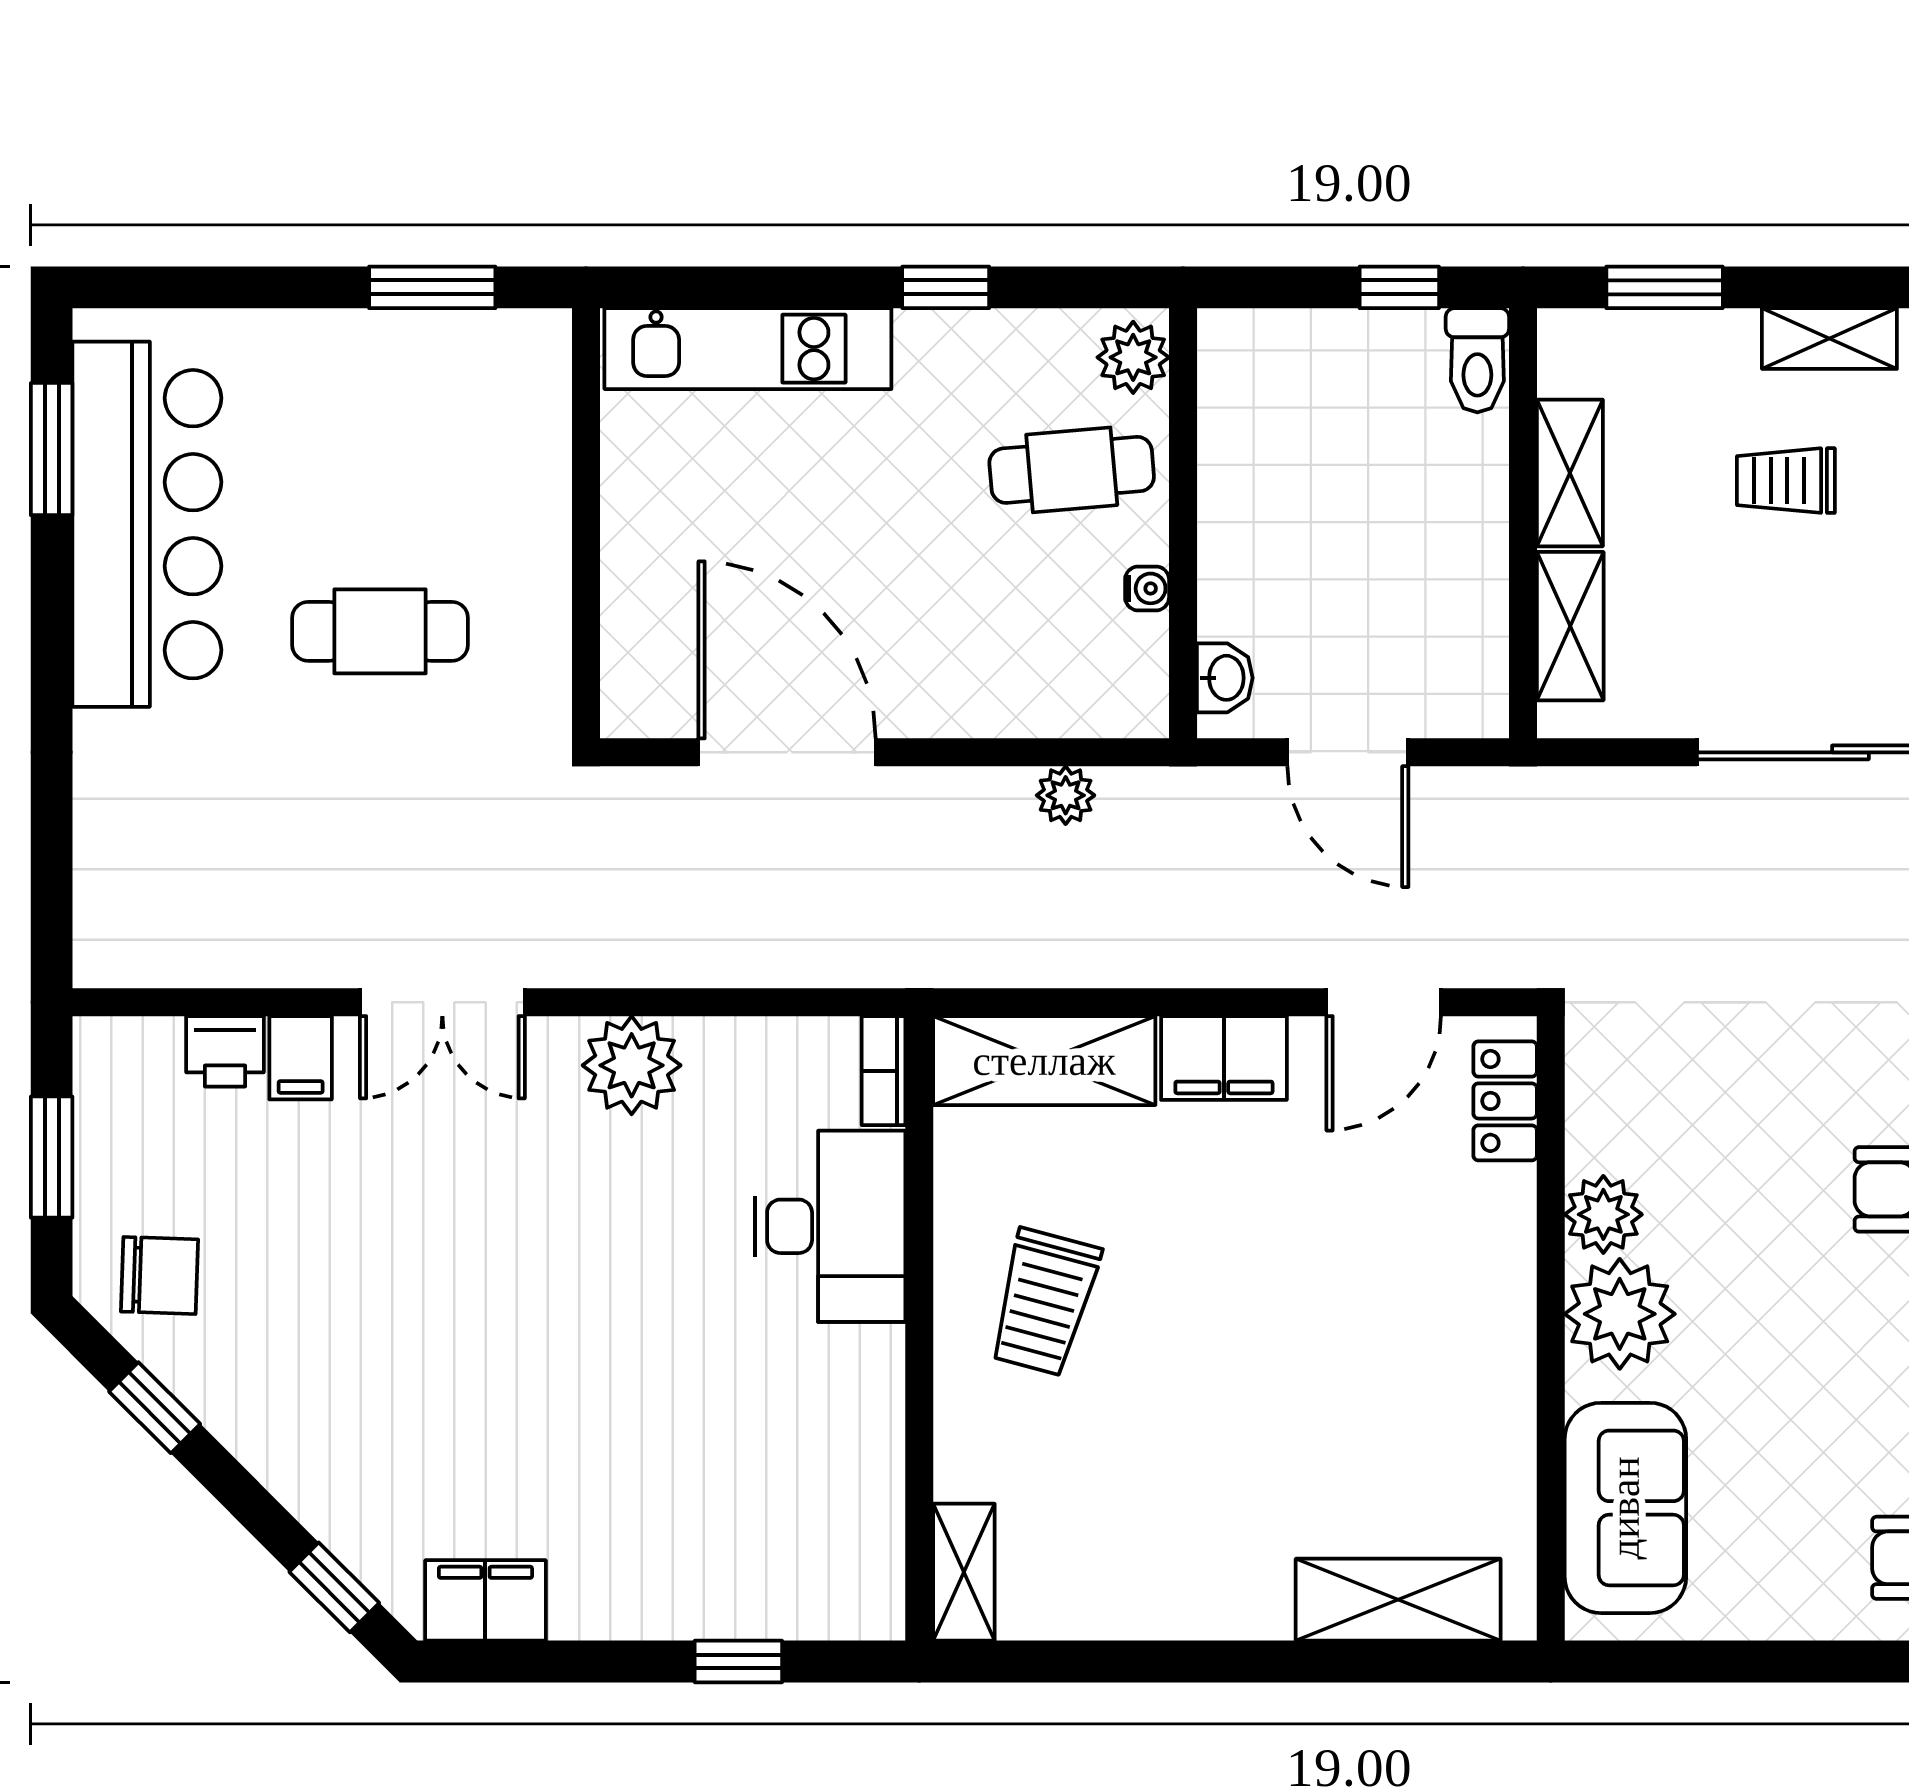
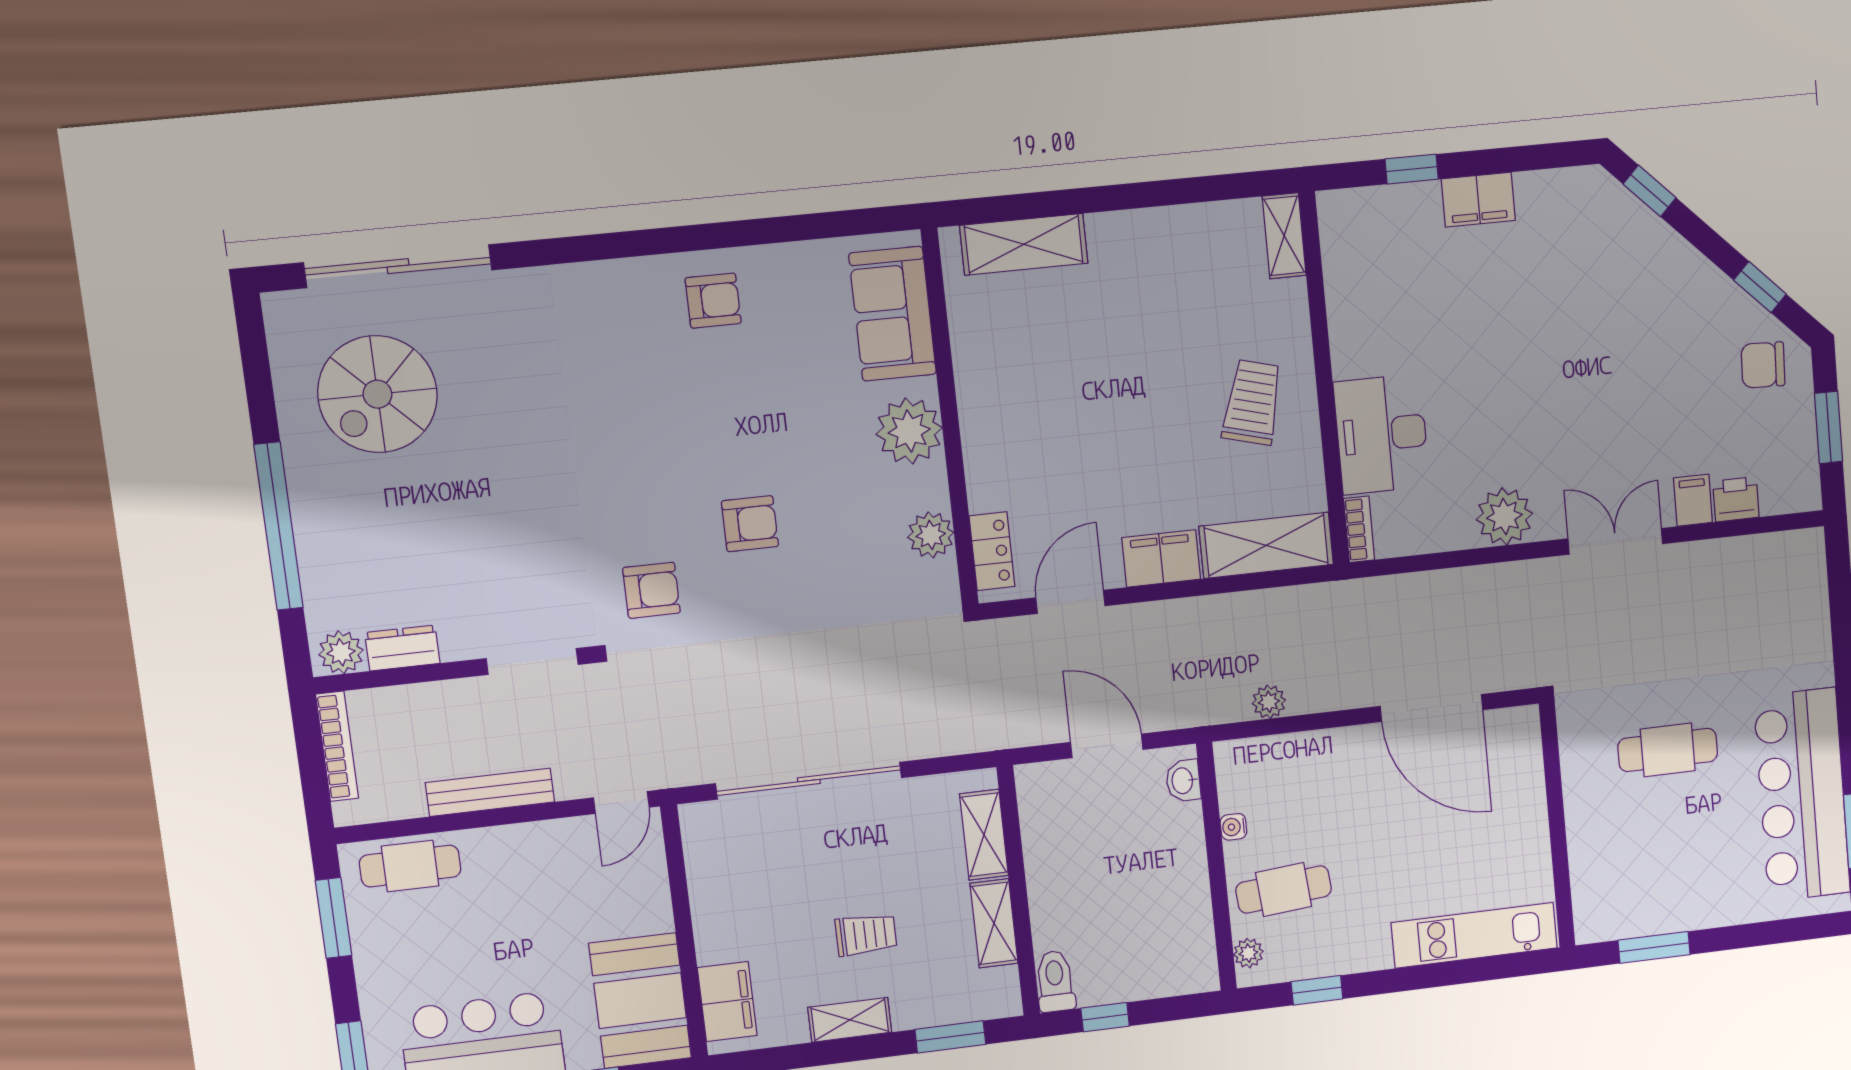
window: (946, 287) -> (1317, 990), moved
plant: (1133, 357) -> (1248, 953), width x0.73, depth x0.73
plant: (1603, 1214) -> (931, 535), moved
filing cabinet: (485, 1600) -> (1478, 200), moved

